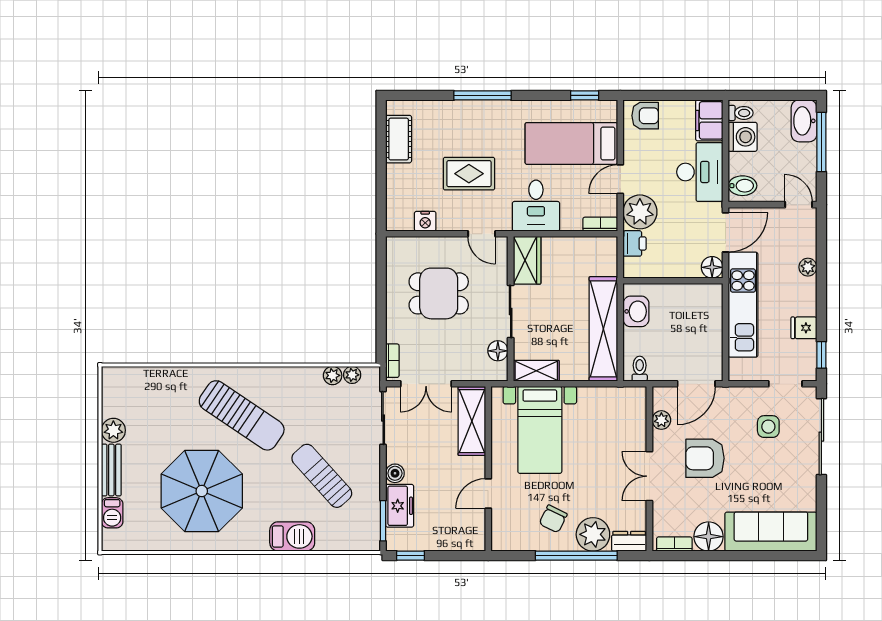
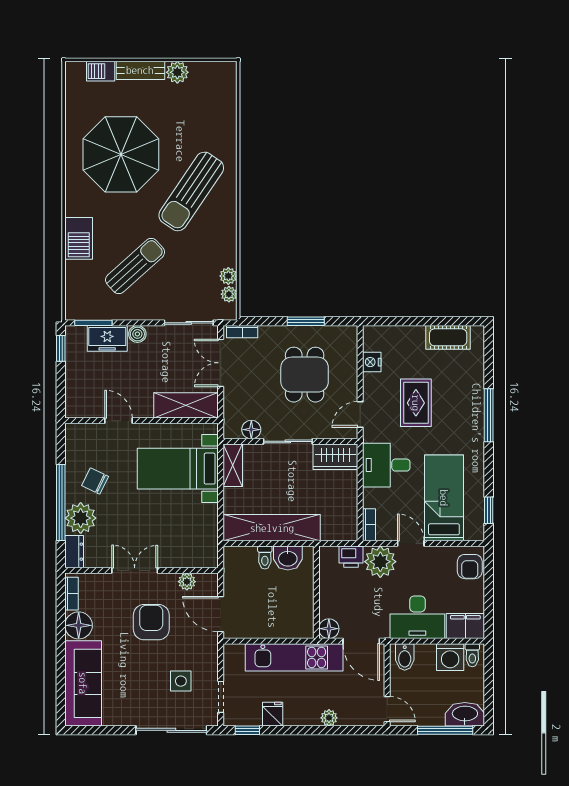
door: (799, 205) -> (387, 709), hinge flipped
window: (381, 292) -> (306, 321), added
toilet: (640, 369) -> (265, 557), moved, turned 90

